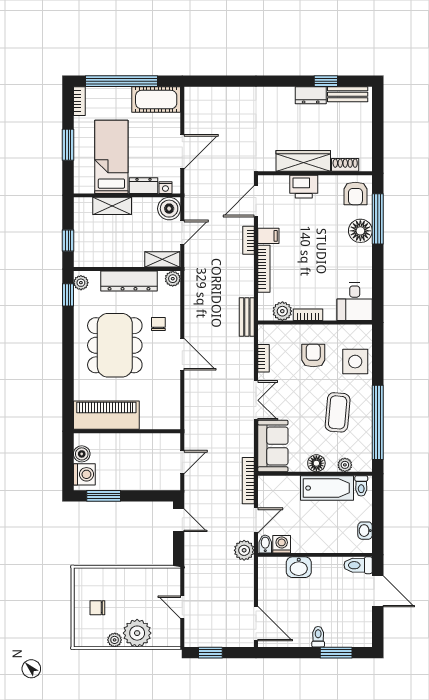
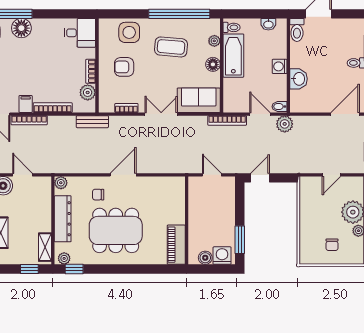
bookcase: (249, 240) -> (29, 120), width x1.56
shelving: (162, 259) -> (45, 247), moved
piano: (106, 415) -> (176, 245), width x0.73, depth x0.75
washing machine: (282, 544) -> (280, 66), moved

